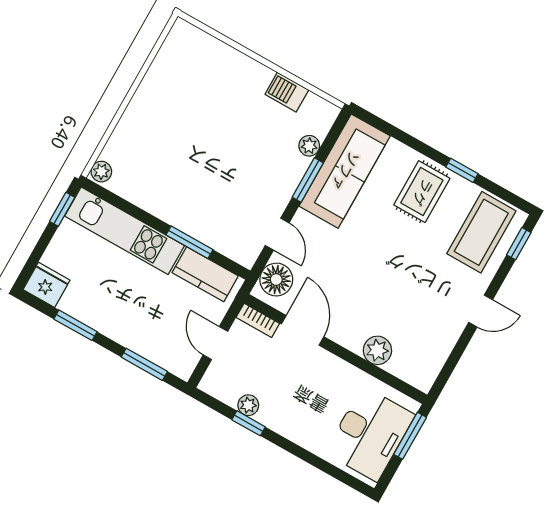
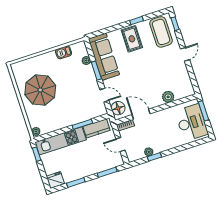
parasol: (182, 112) -> (40, 90), added

